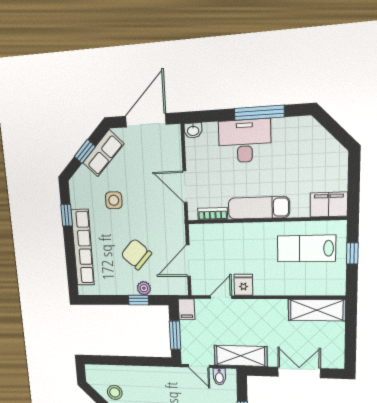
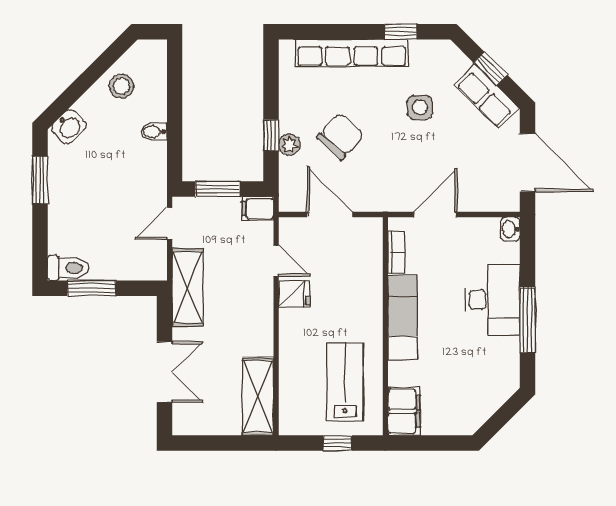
bidet: (219, 377) -> (154, 132), moved

